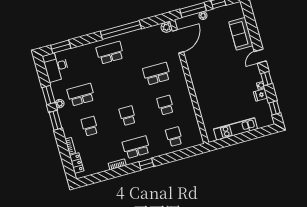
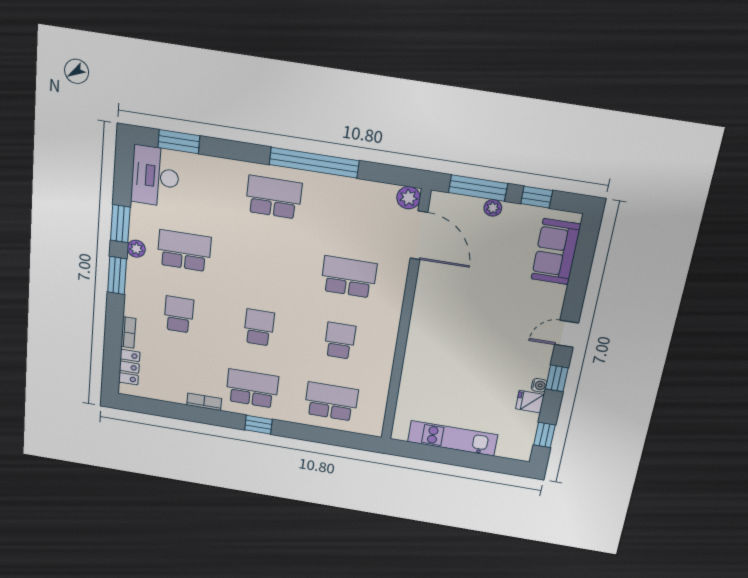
sofa: (241, 34) -> (556, 252), moved
door: (178, 41) -> (419, 235), hinge flipped
school desk: (174, 137) -> (331, 402), width x1.85

